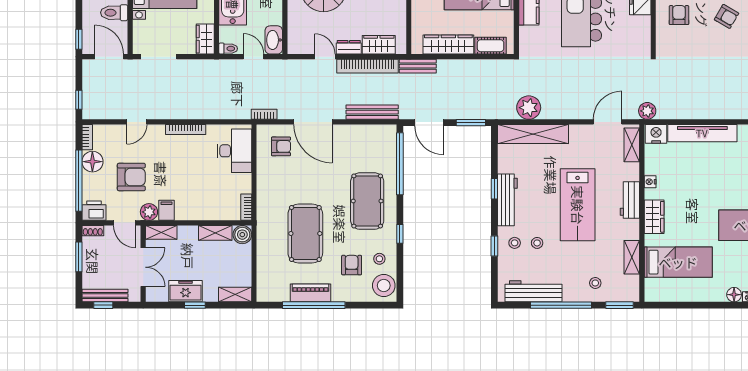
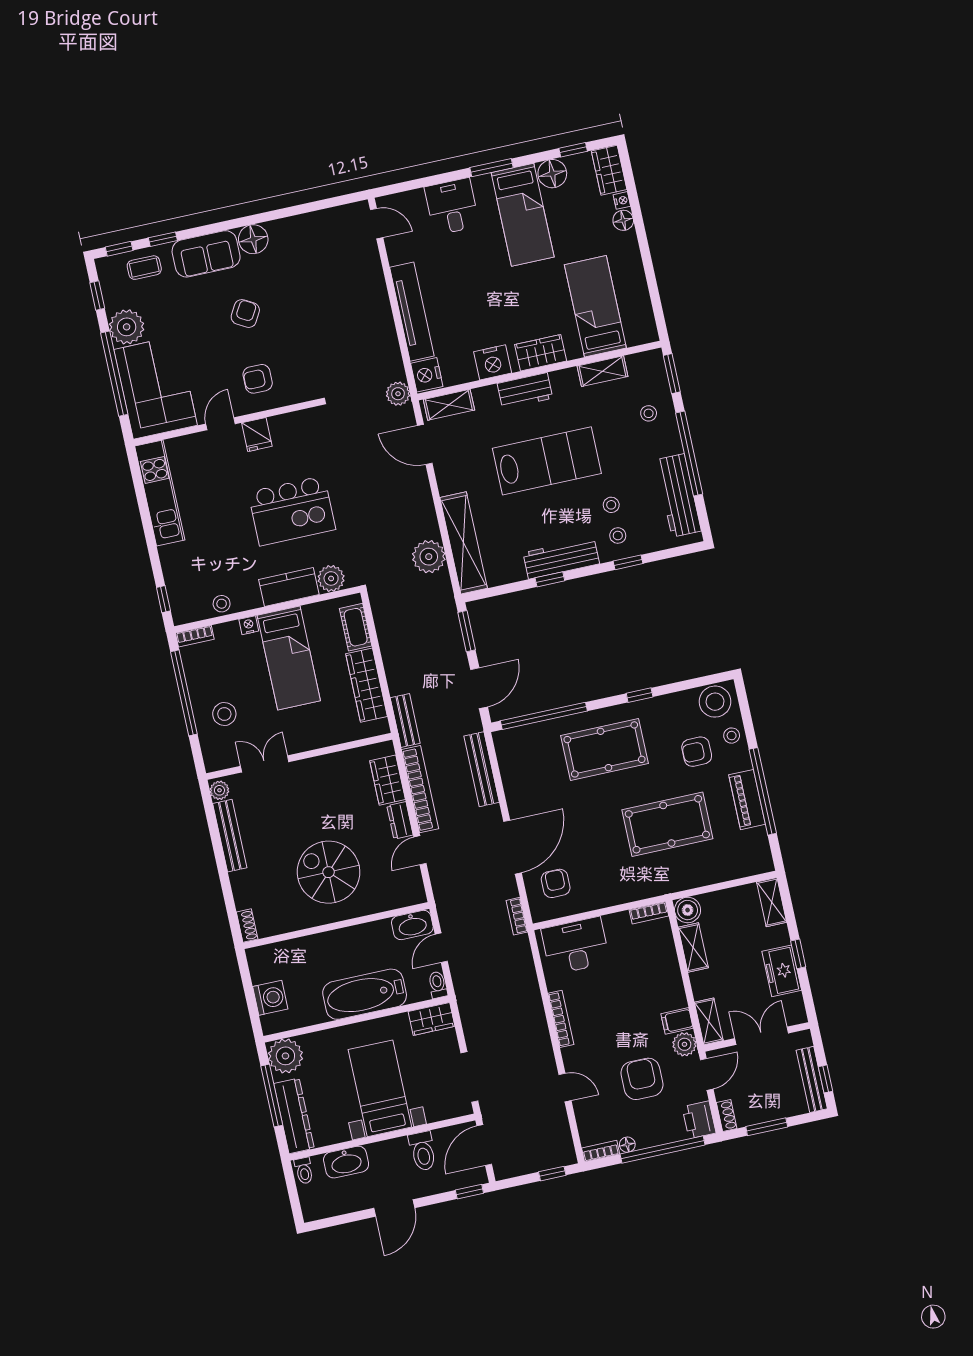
plant: (528, 36) -> (331, 578), added
floor lamp: (92, 162) -> (627, 1145), width x0.53, depth x0.53
nightstand: (650, 182) -> (493, 362), width x1.89, depth x1.79
stool: (379, 259) -> (732, 736), moved

